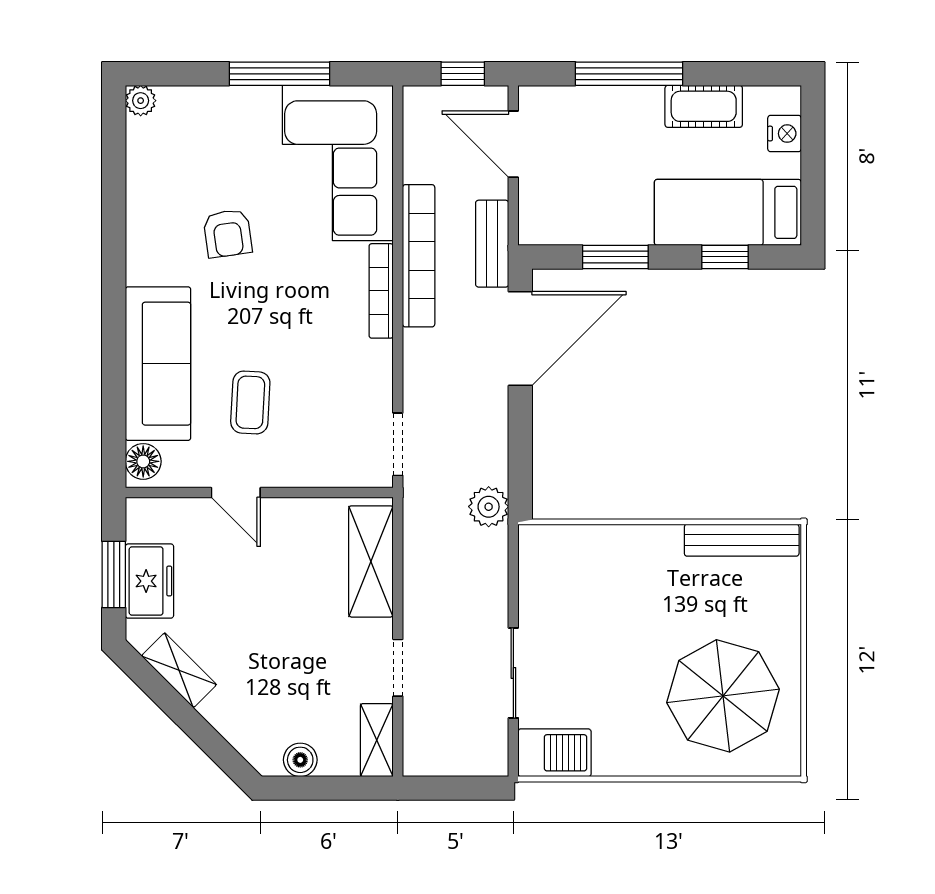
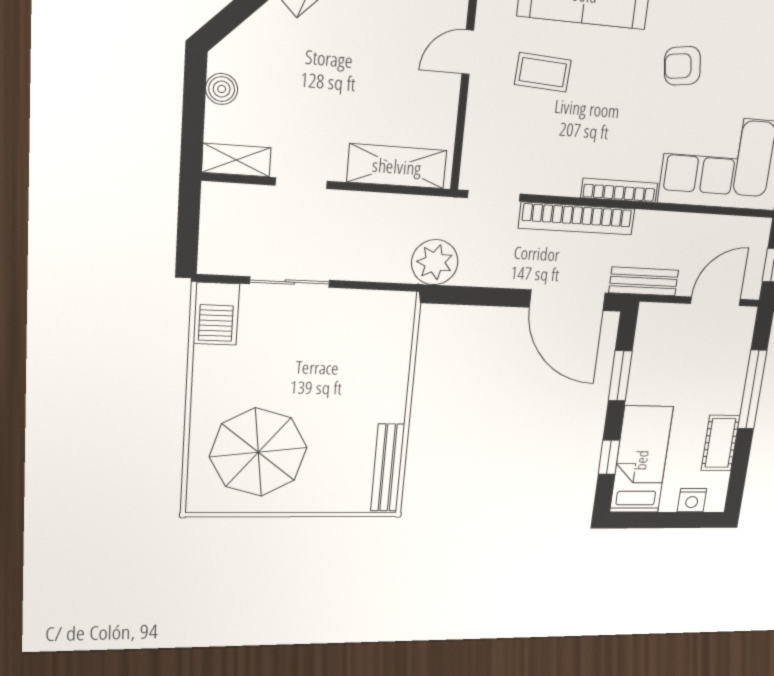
bookcase: (419, 256) -> (577, 219), moved
plant: (489, 507) -> (435, 262), width x1.36, depth x1.36

